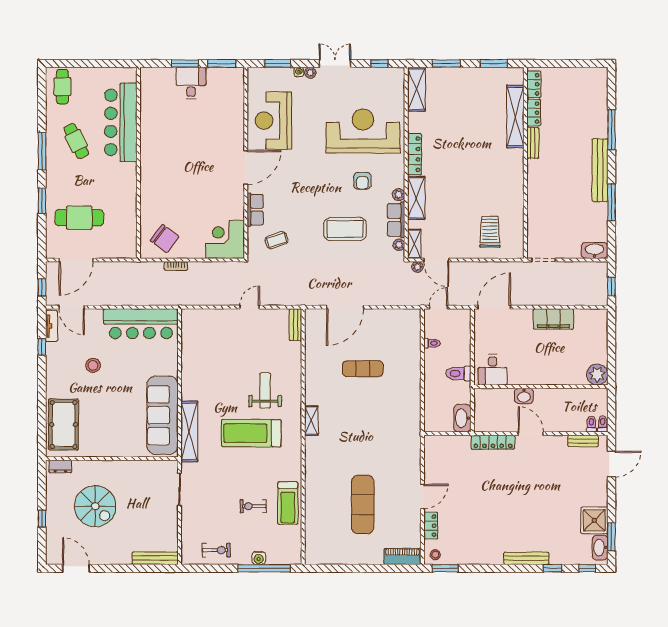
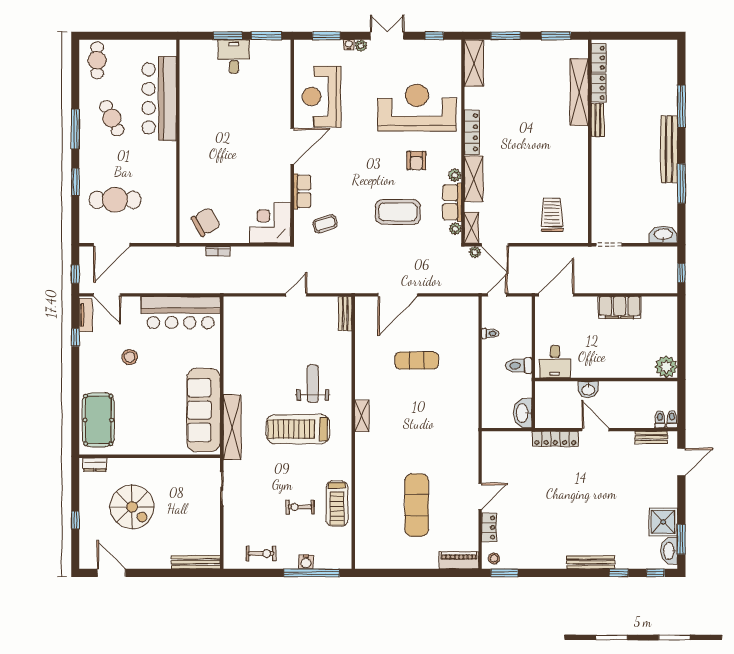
chair: (165, 239) -> (206, 222), turned -66

